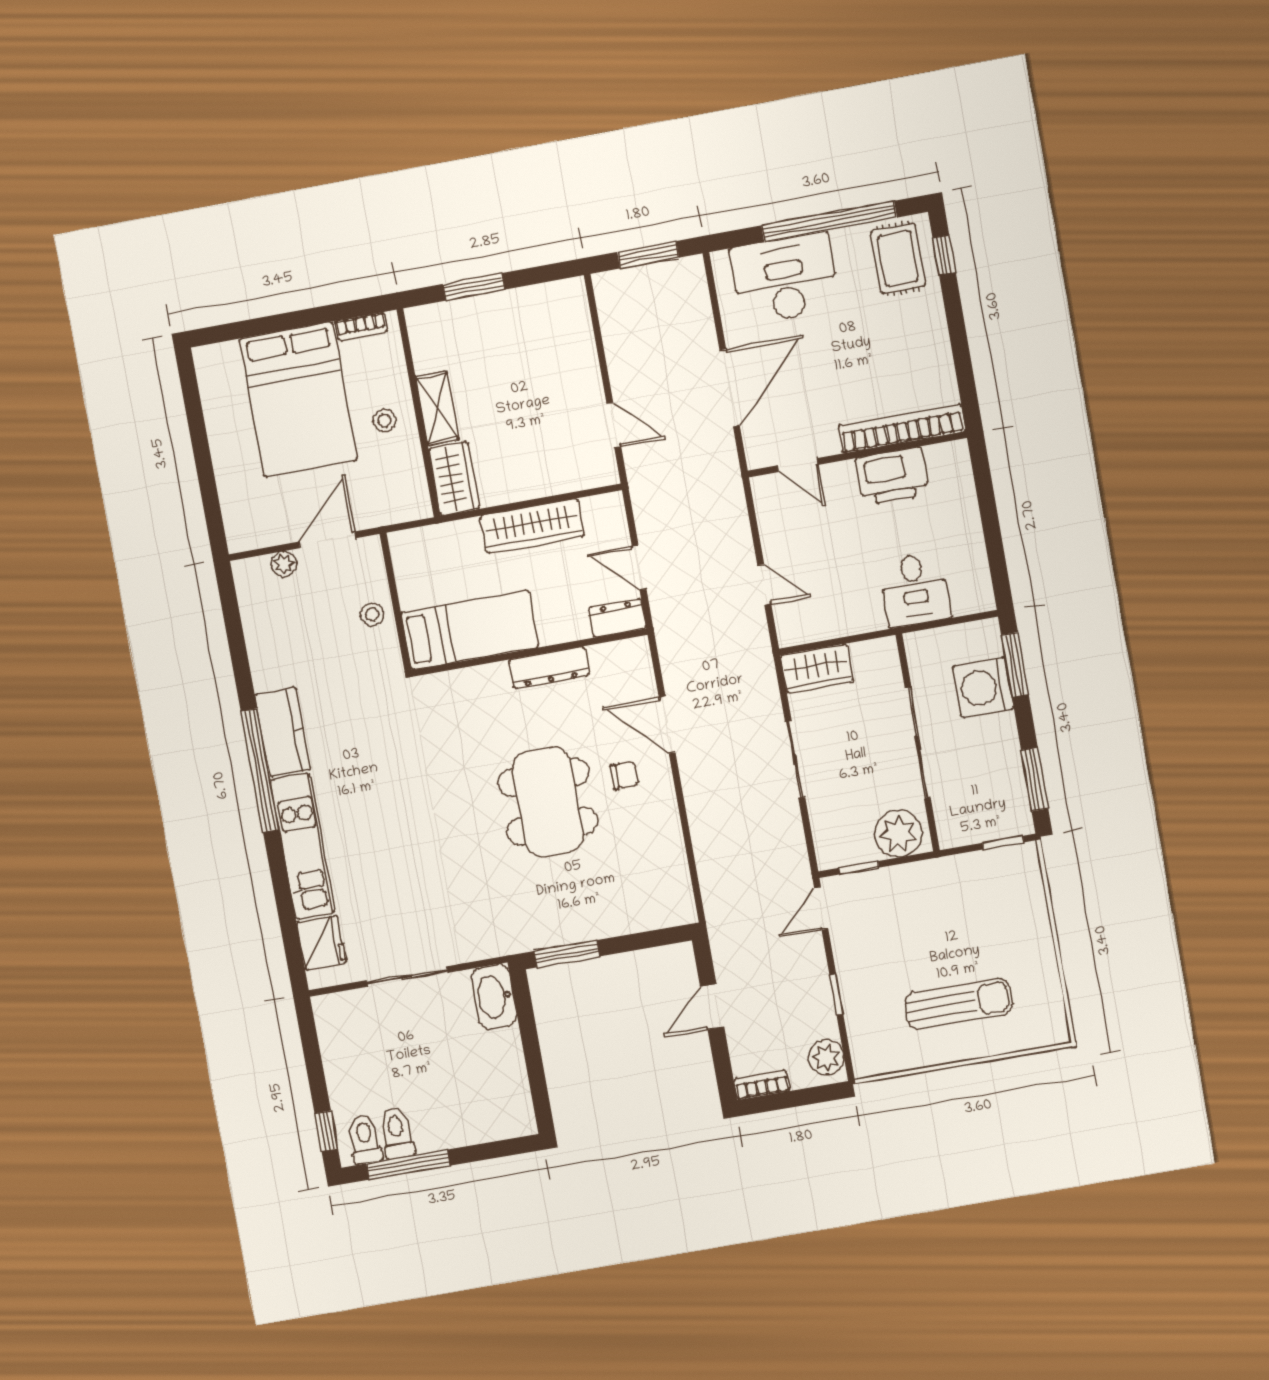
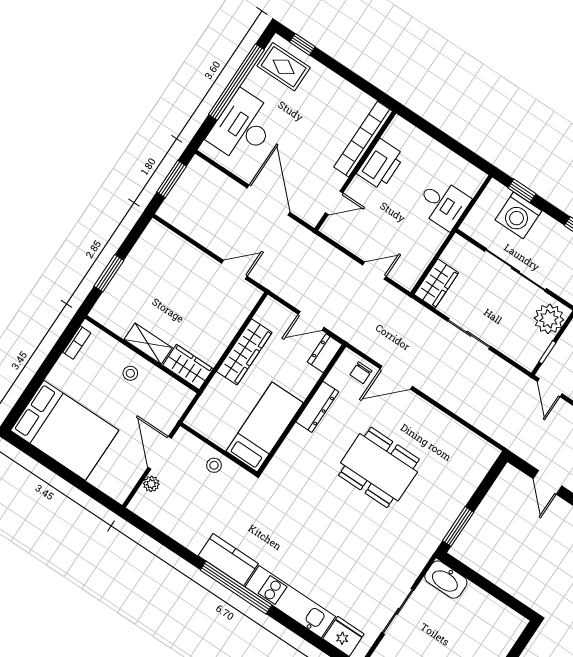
bed: (298, 400) -> (65, 430), moved
window: (1015, 665) -> (522, 191), width x0.67
chair: (624, 775) -> (361, 373), moved, turned 180

